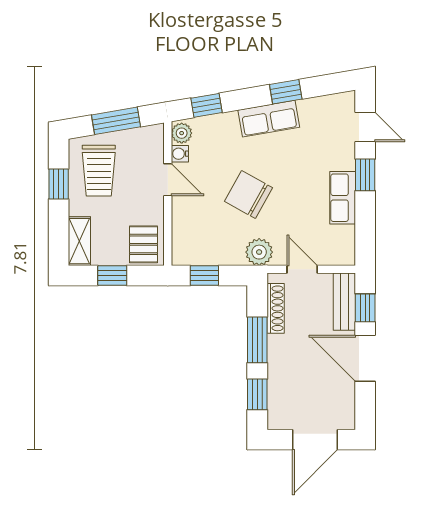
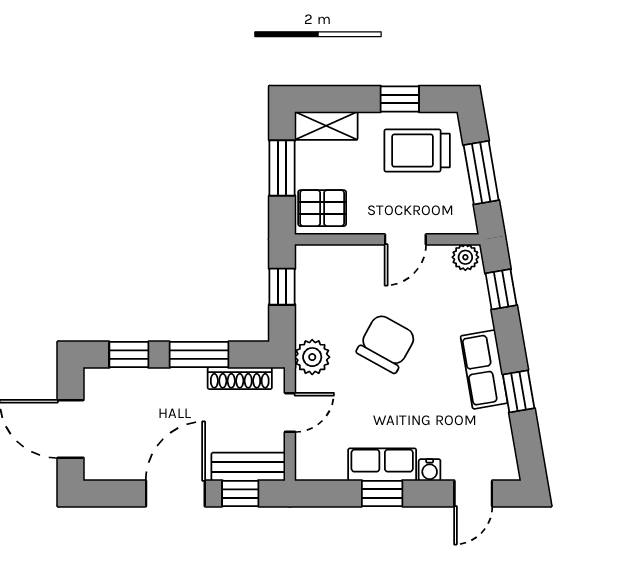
water cooler: (180, 154) -> (430, 470), moved, turned 180
window: (365, 175) -> (382, 493), moved
window: (112, 275) -> (282, 168), width x1.50

